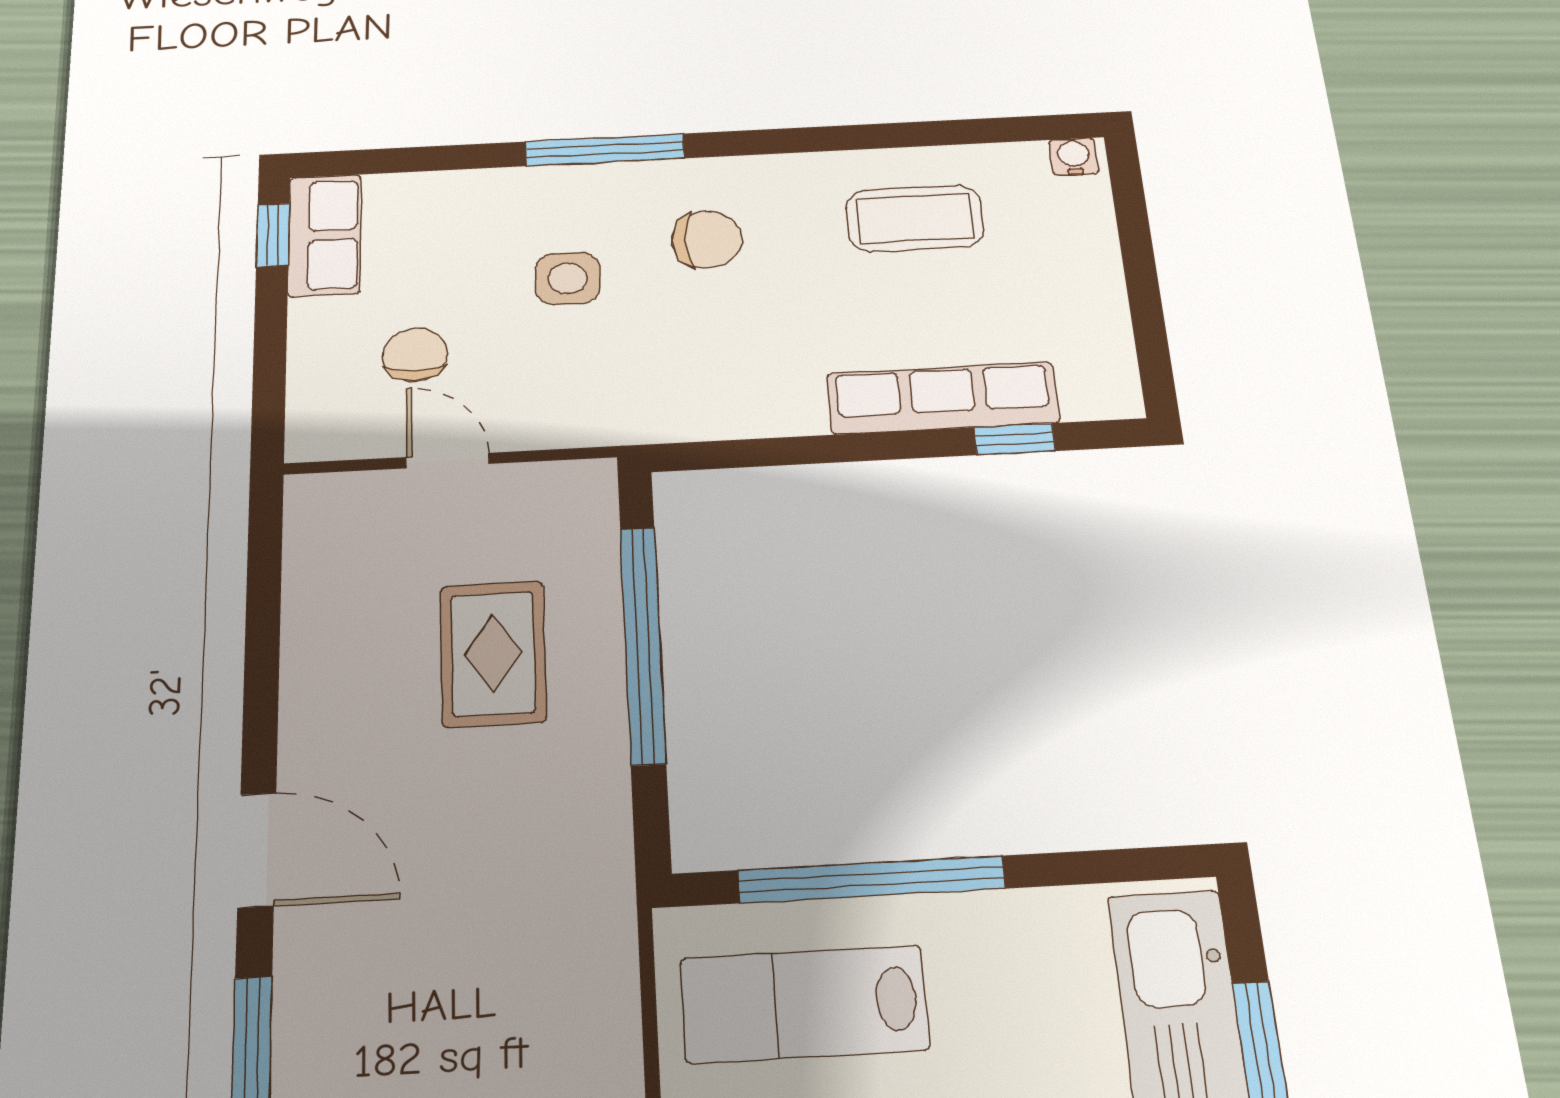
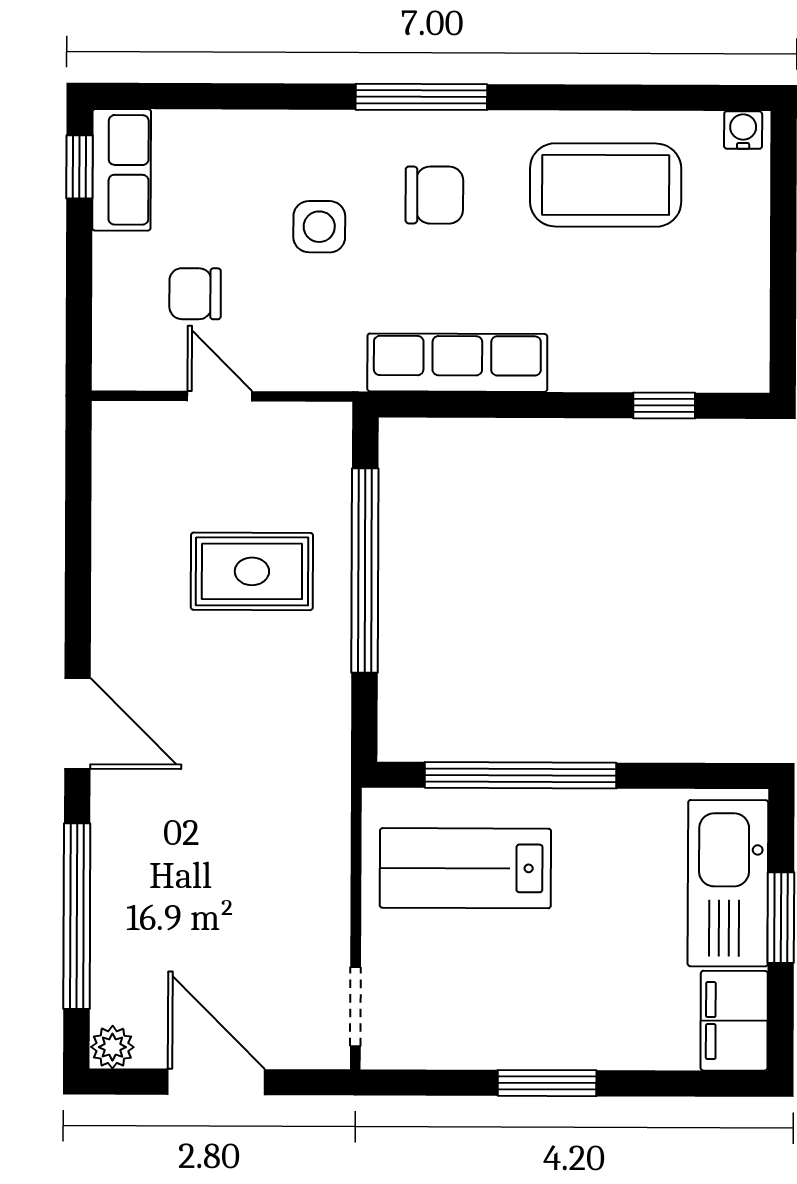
window: (605, 150) -> (421, 97), moved
coffee table: (915, 218) -> (606, 185), width x1.36, depth x1.32
chair: (415, 355) -> (195, 294), turned -90
row of seats: (943, 398) -> (457, 363), moved
rug: (493, 654) -> (252, 571), turned 90

